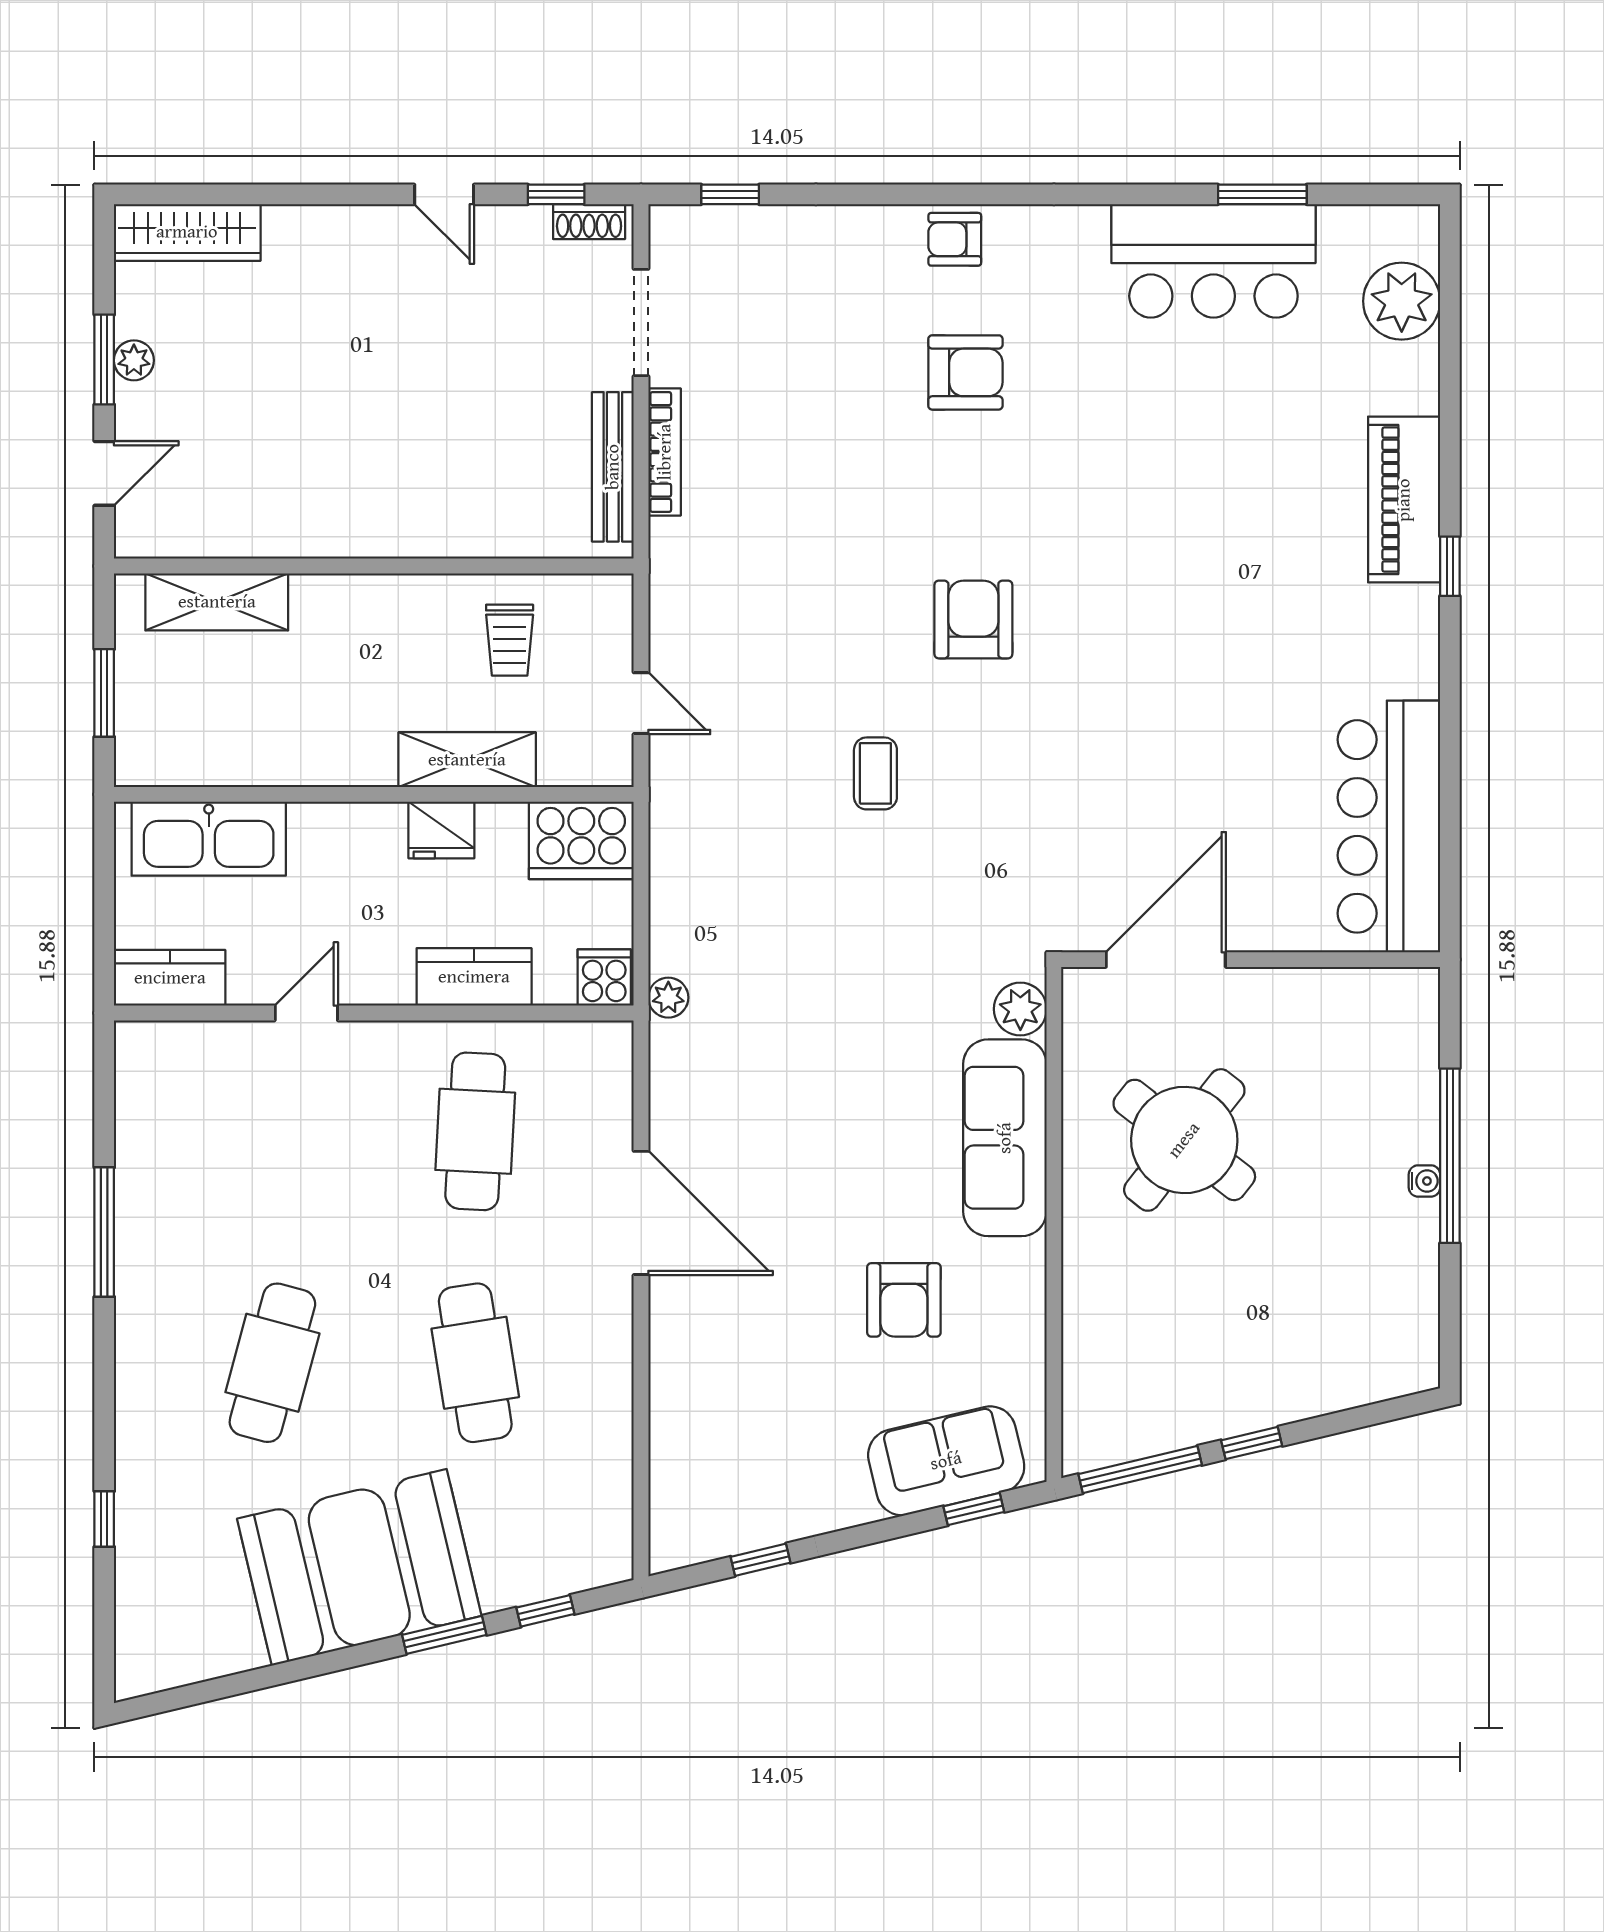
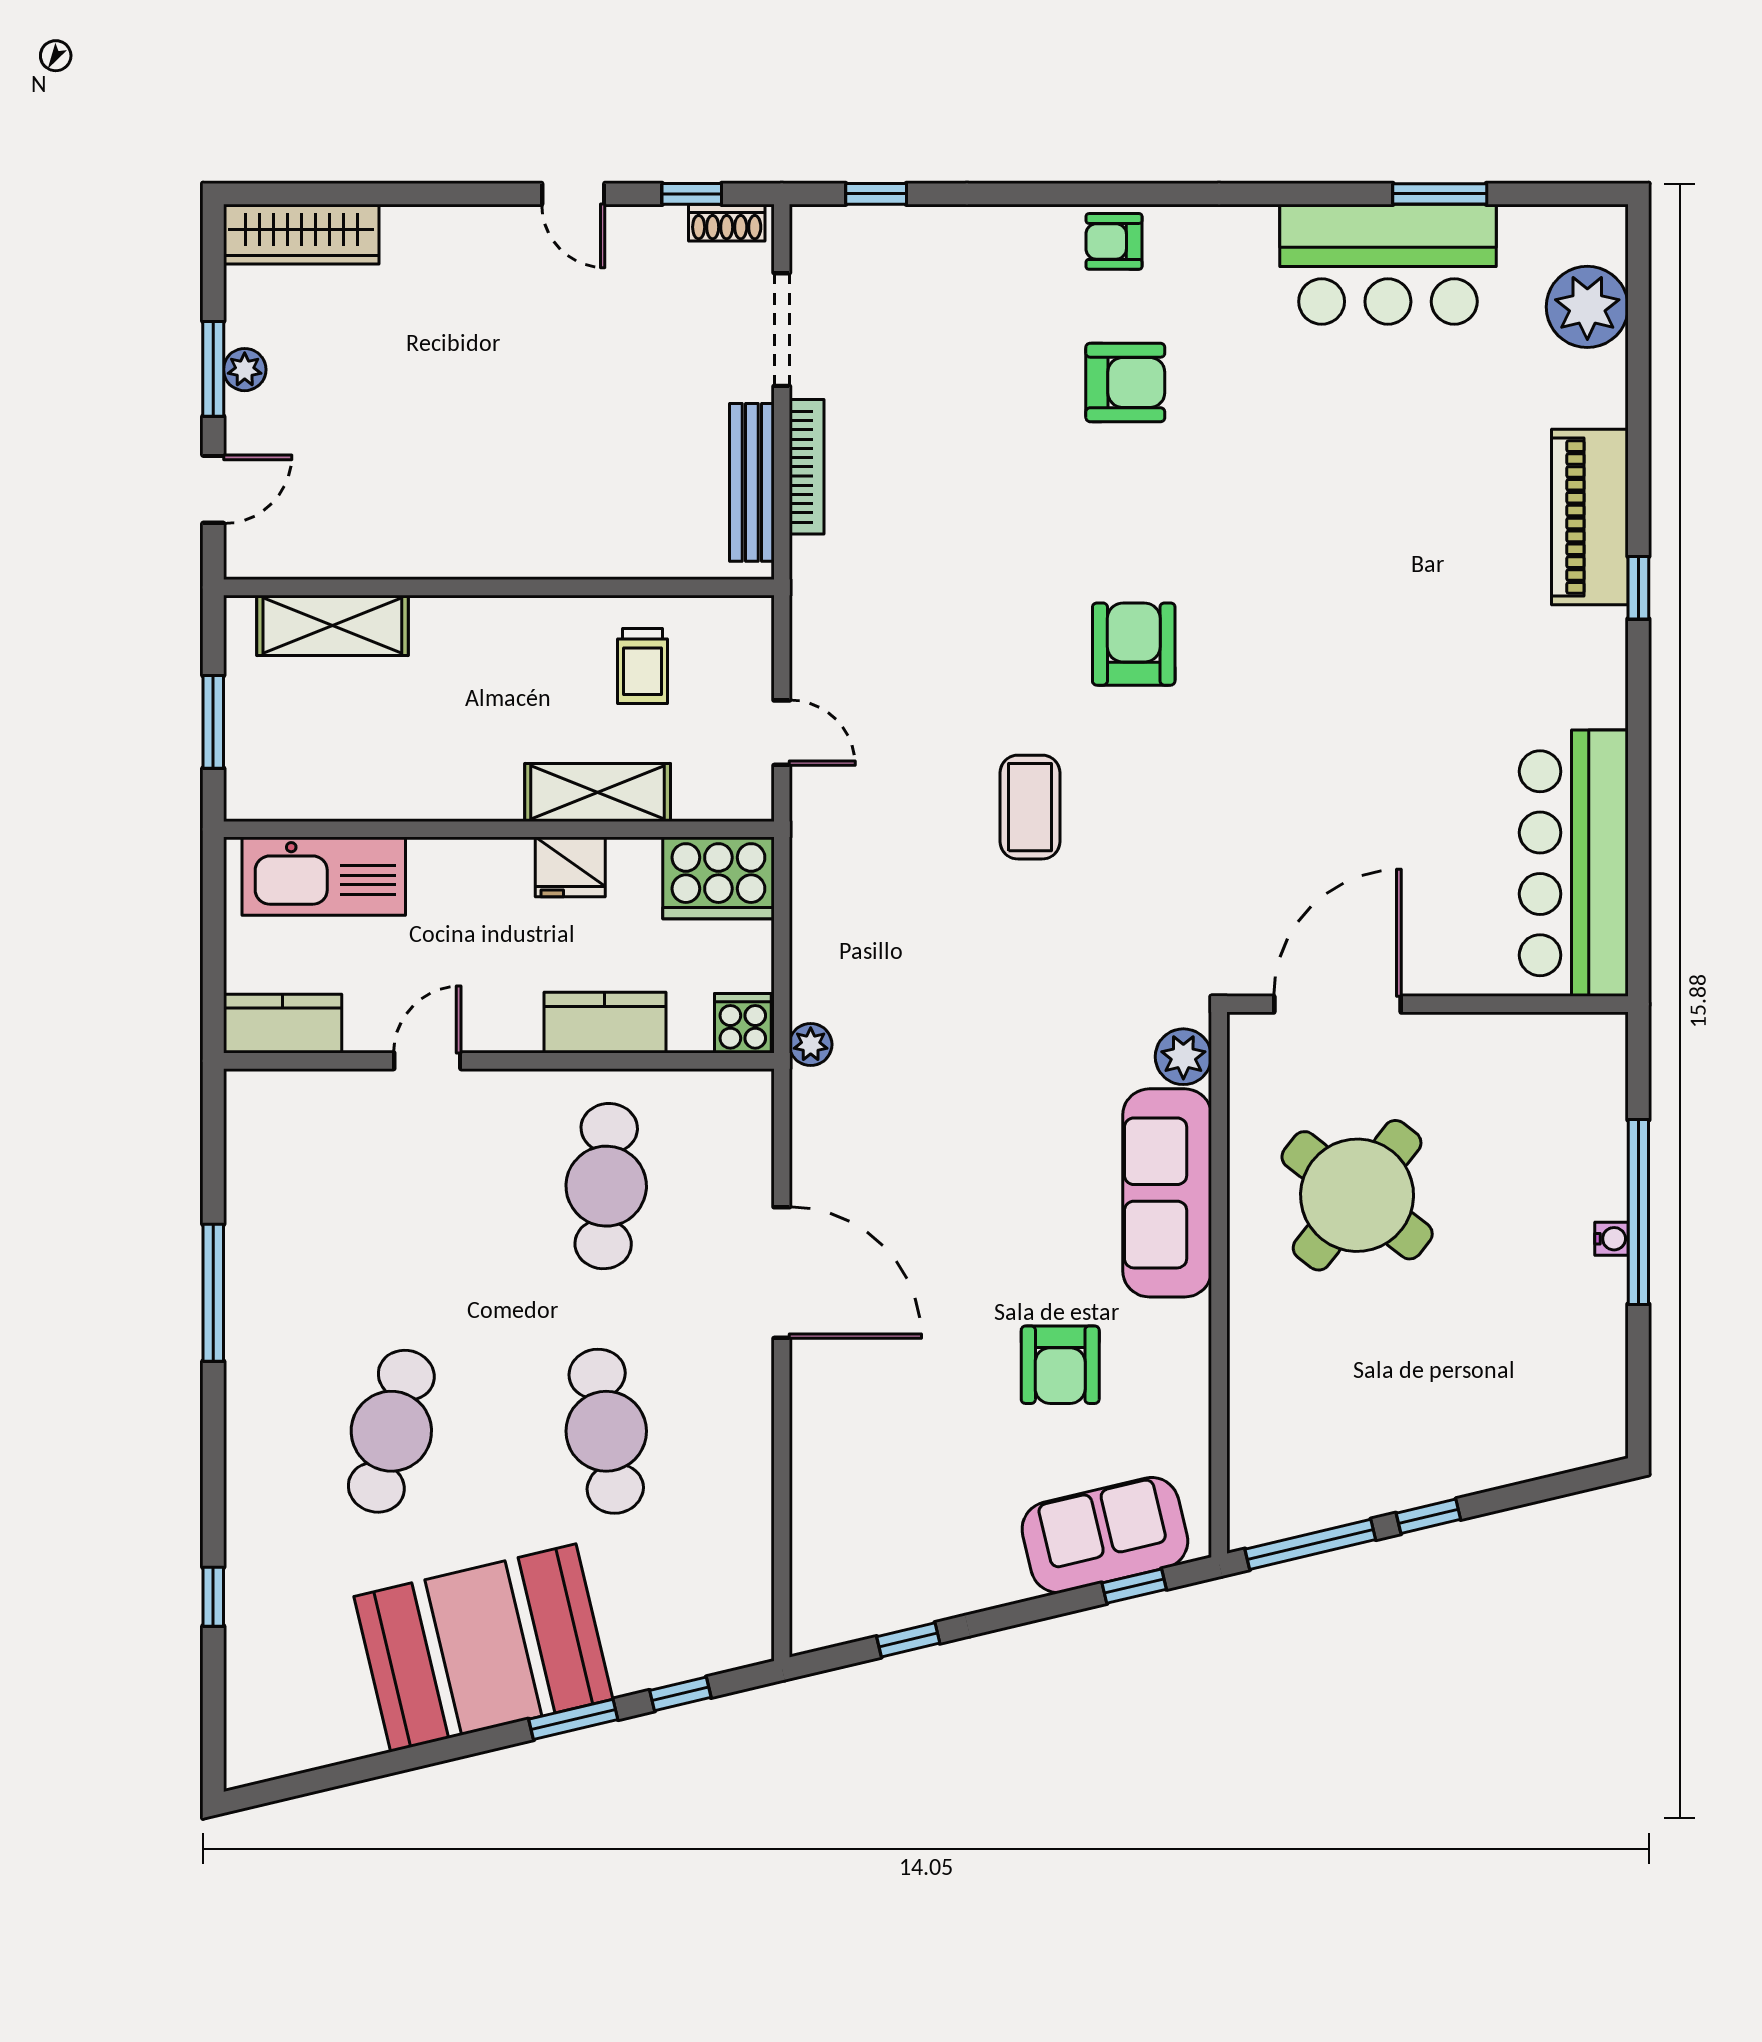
coffee table: (875, 773) -> (1030, 807), width x1.36, depth x1.30

